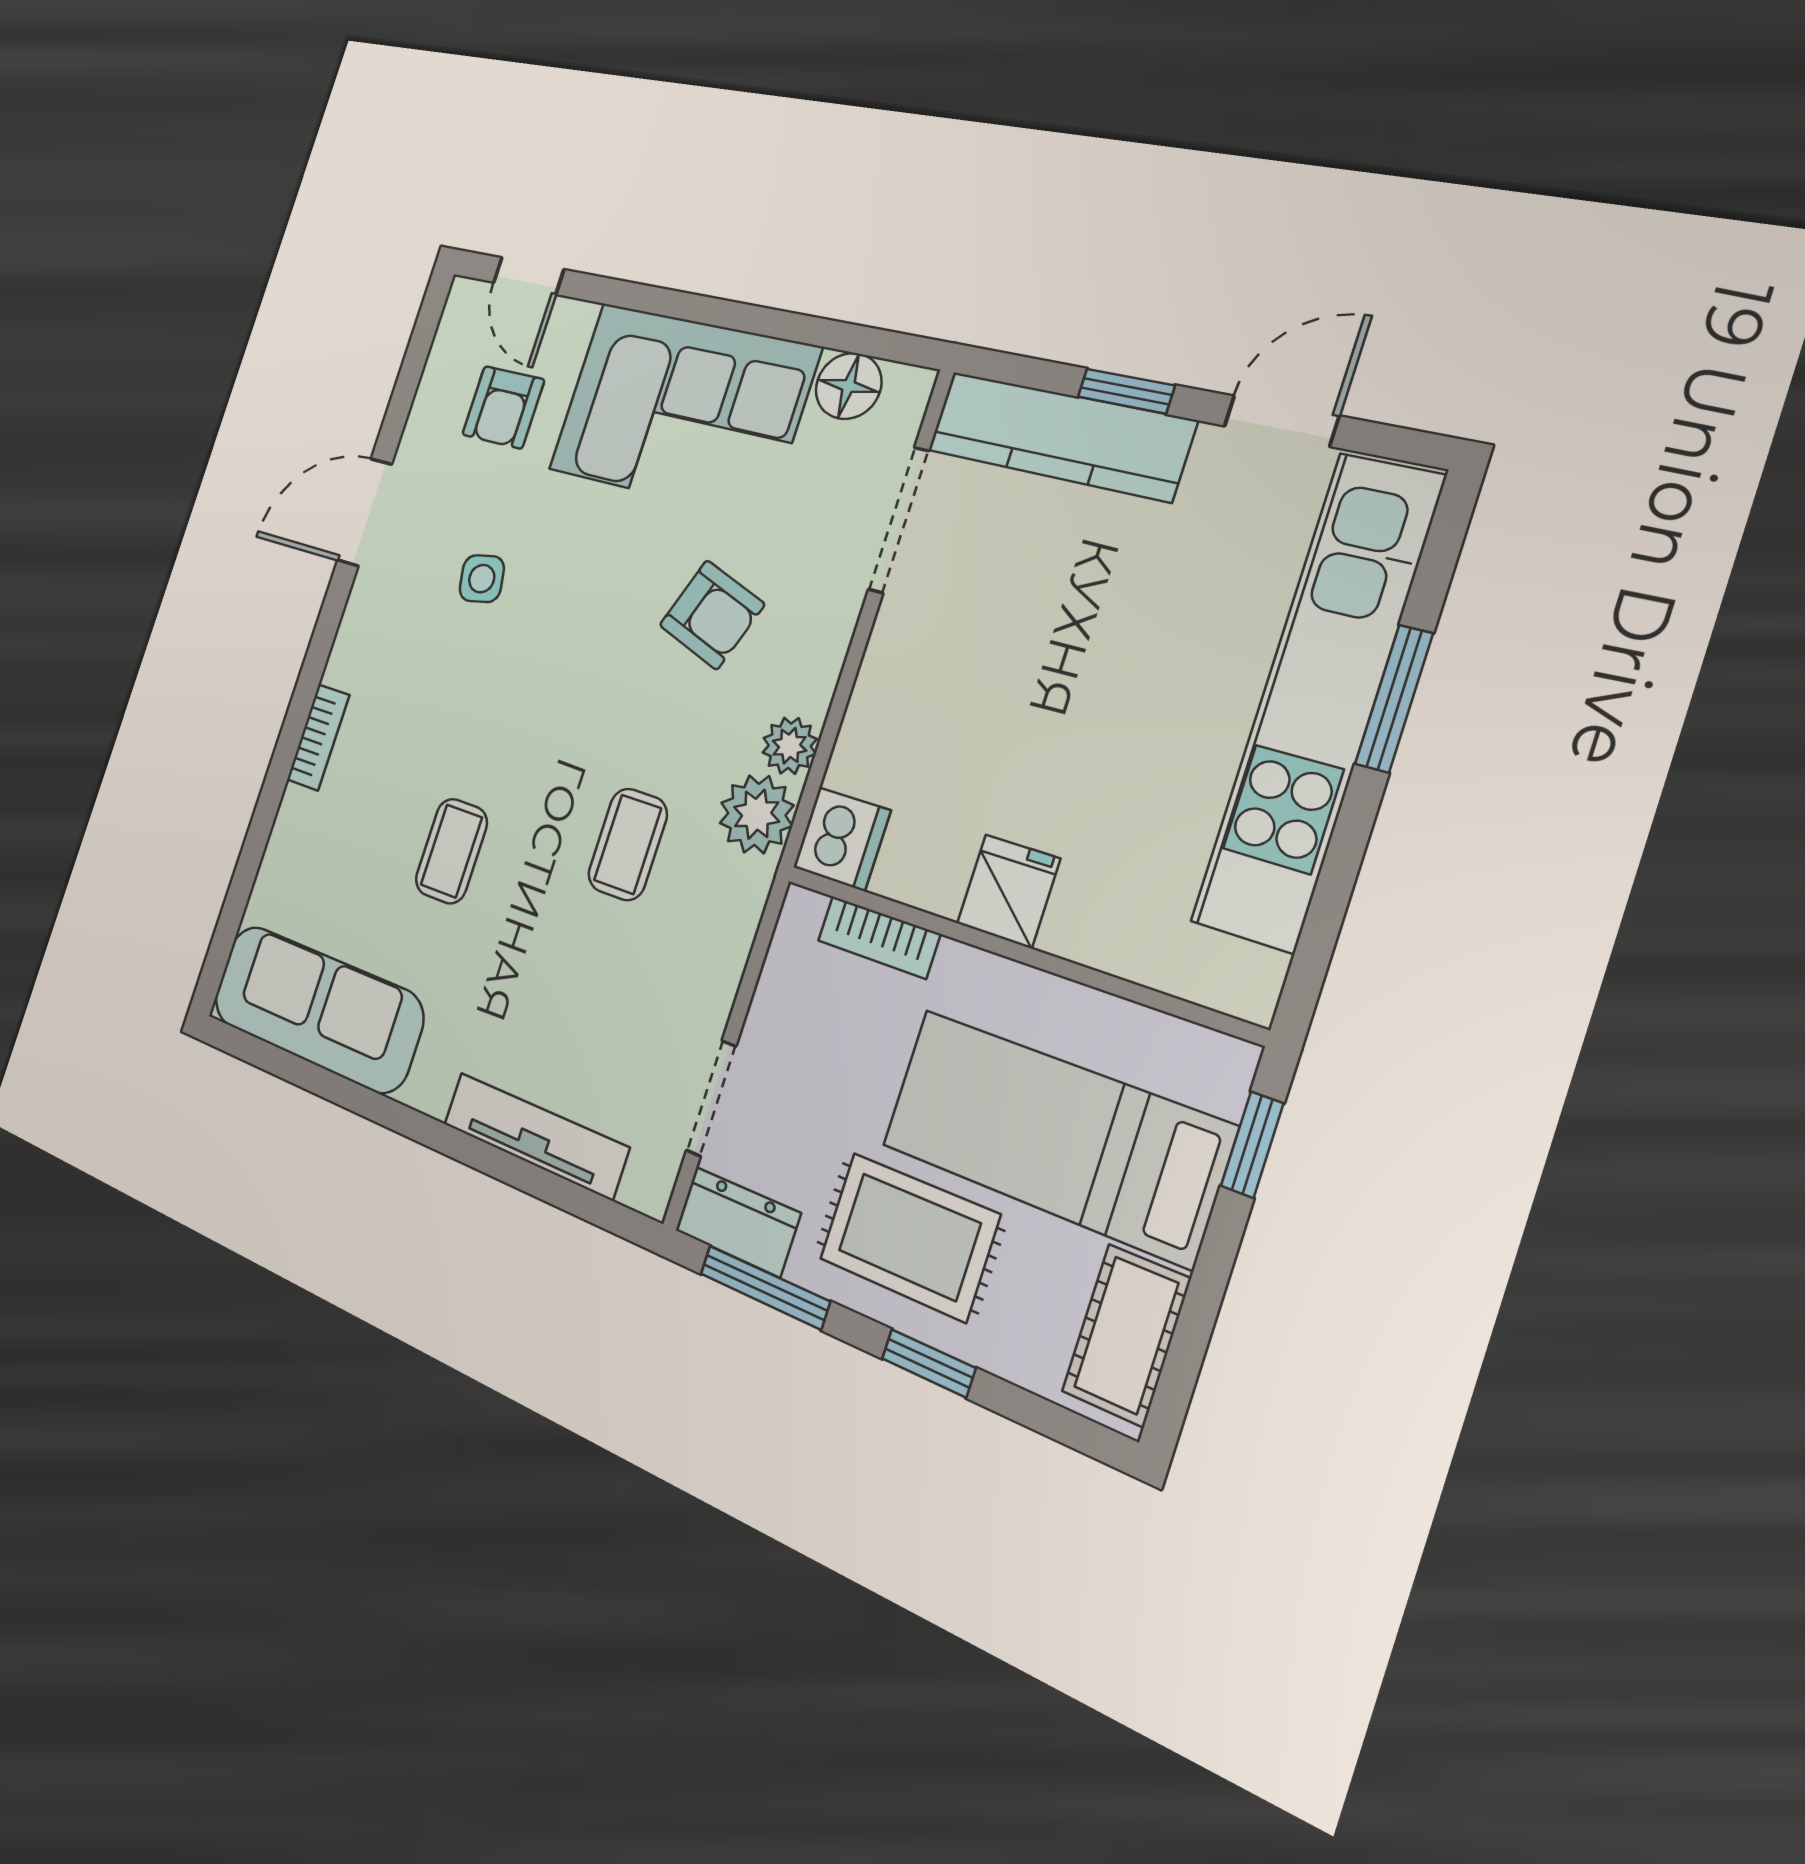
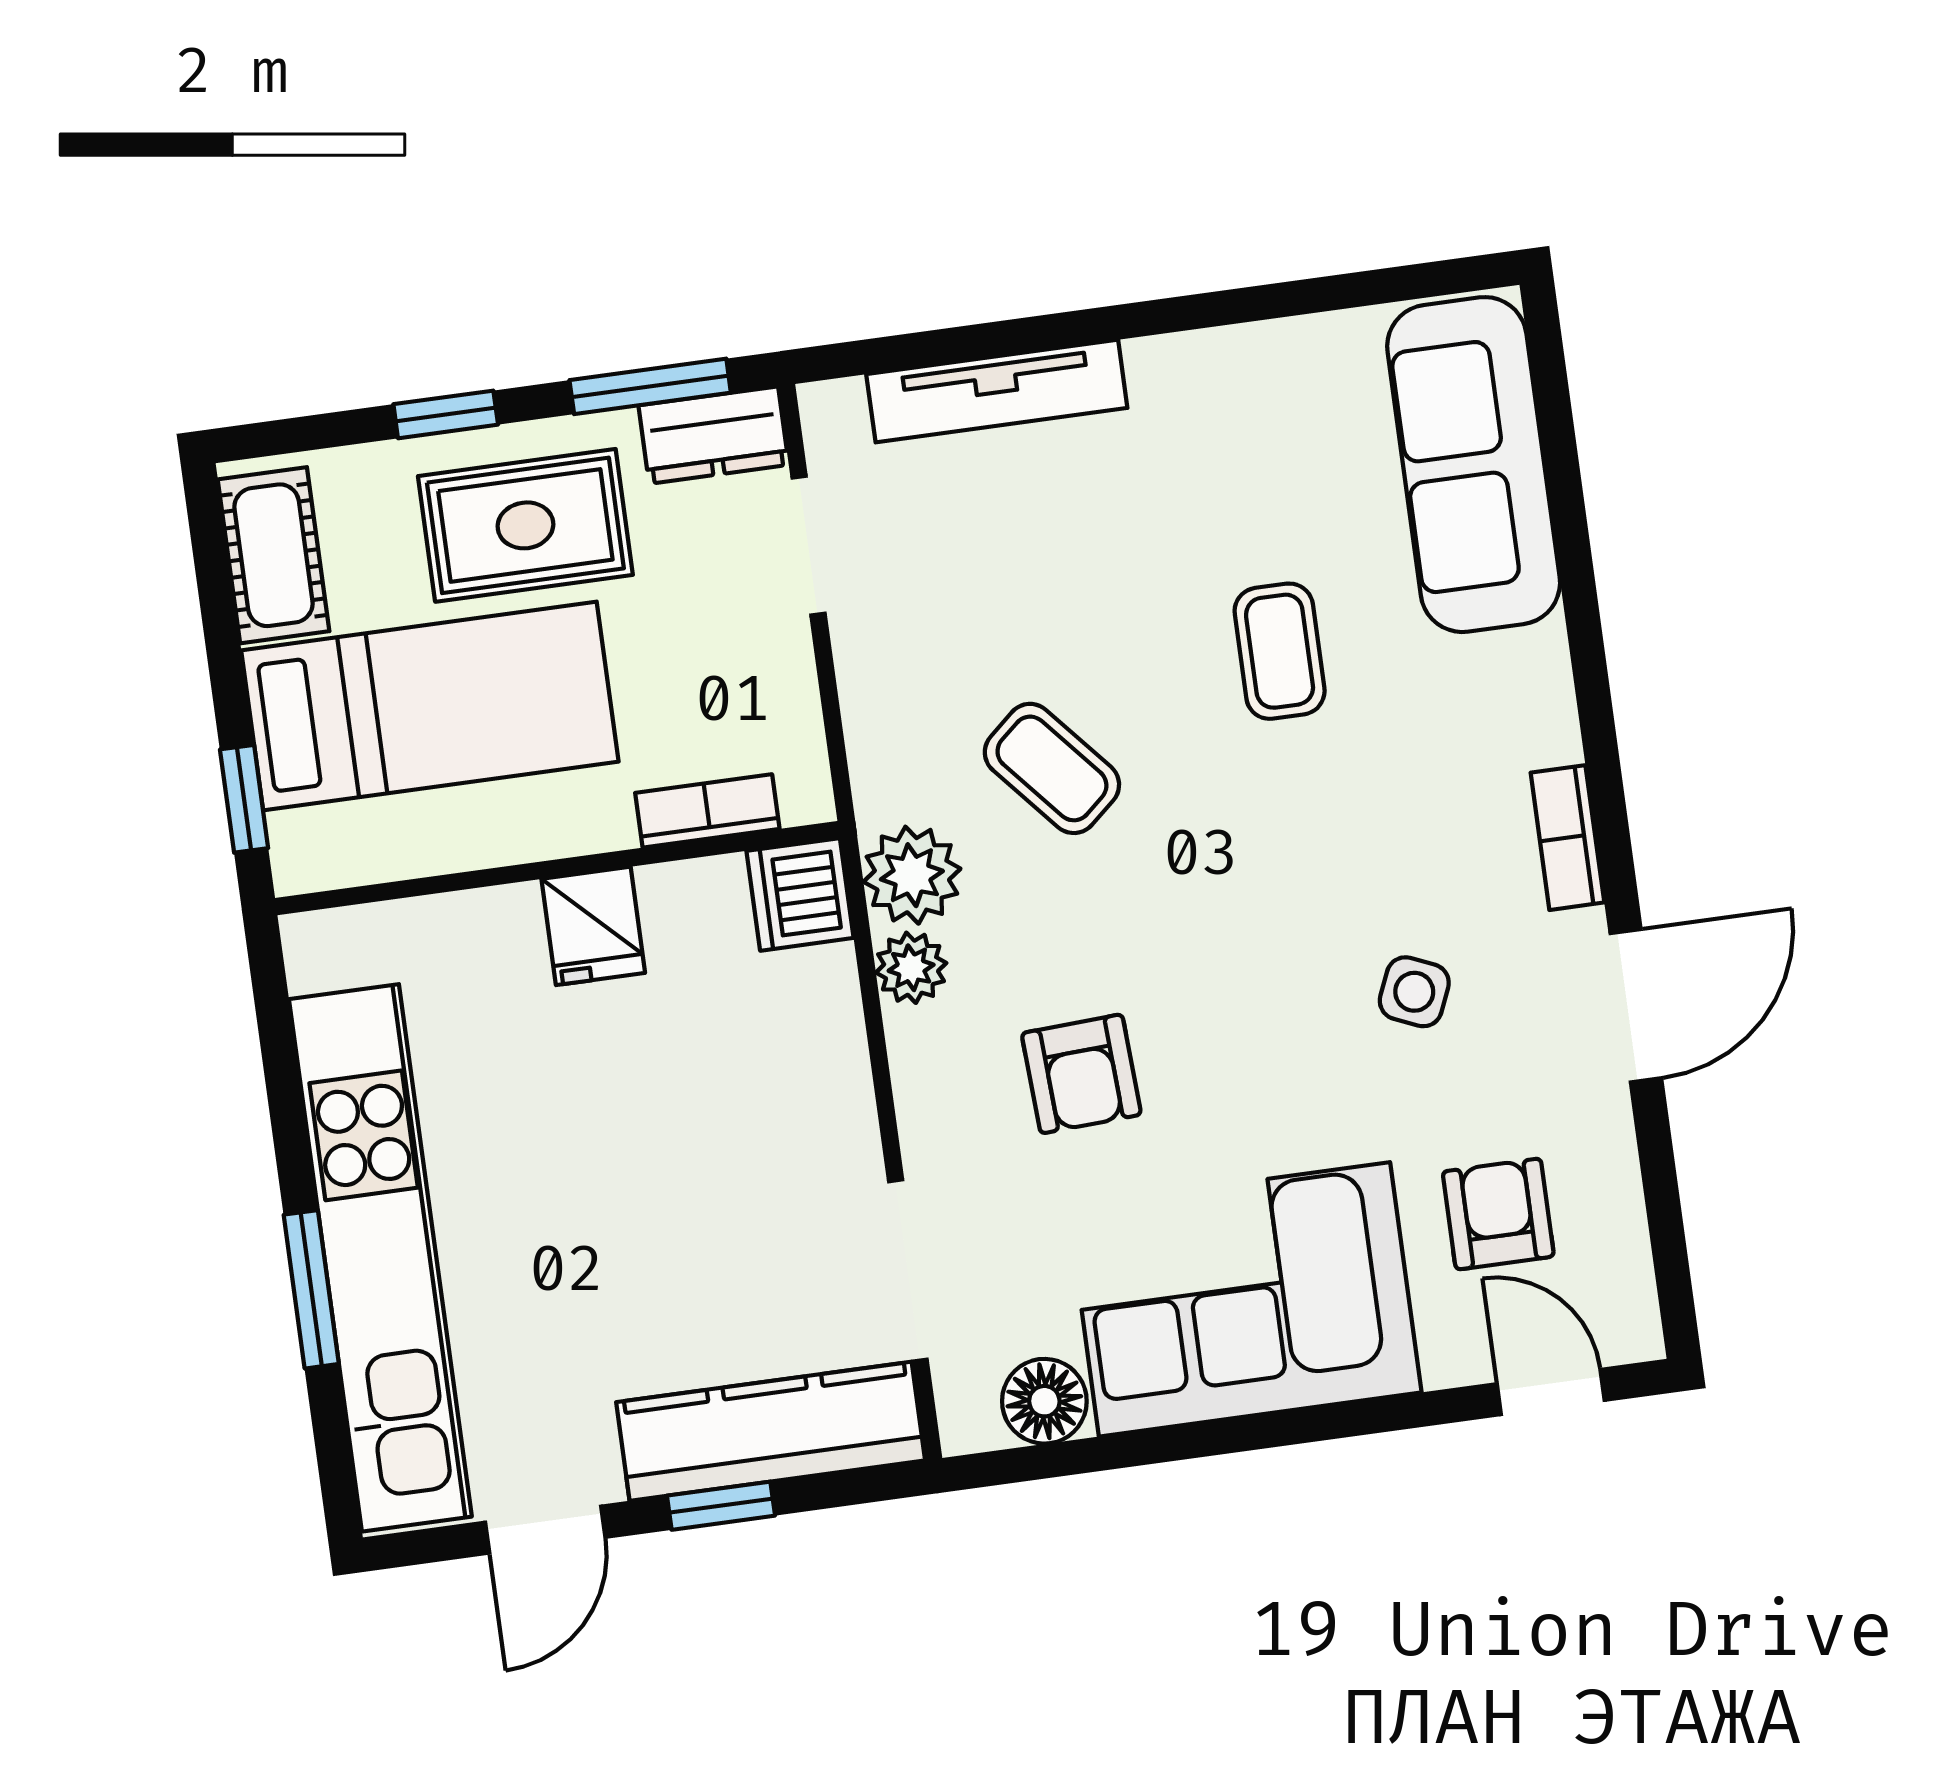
side table: (482, 579) -> (1414, 992), turned 34
armchair: (712, 615) -> (1081, 1074), turned -113
bookcase: (318, 737) -> (1567, 838), moved
coffee table: (628, 844) -> (1052, 768), turned -41
sofa: (317, 1008) -> (1474, 465), moved, turned 90

